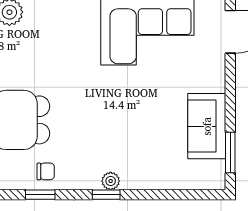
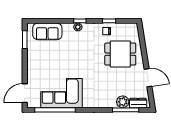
sofa: (207, 126) -> (47, 31), moved, turned 90

